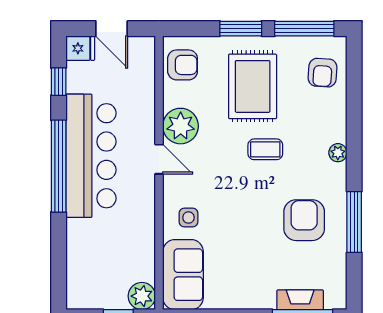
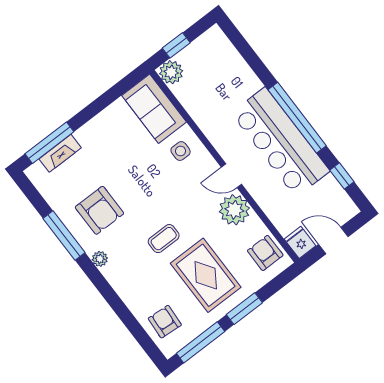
fridge: (80, 48) -> (300, 242), moved, turned 90
armchair: (183, 65) -> (265, 253), turned 90
plant: (338, 153) -> (100, 259), moved

